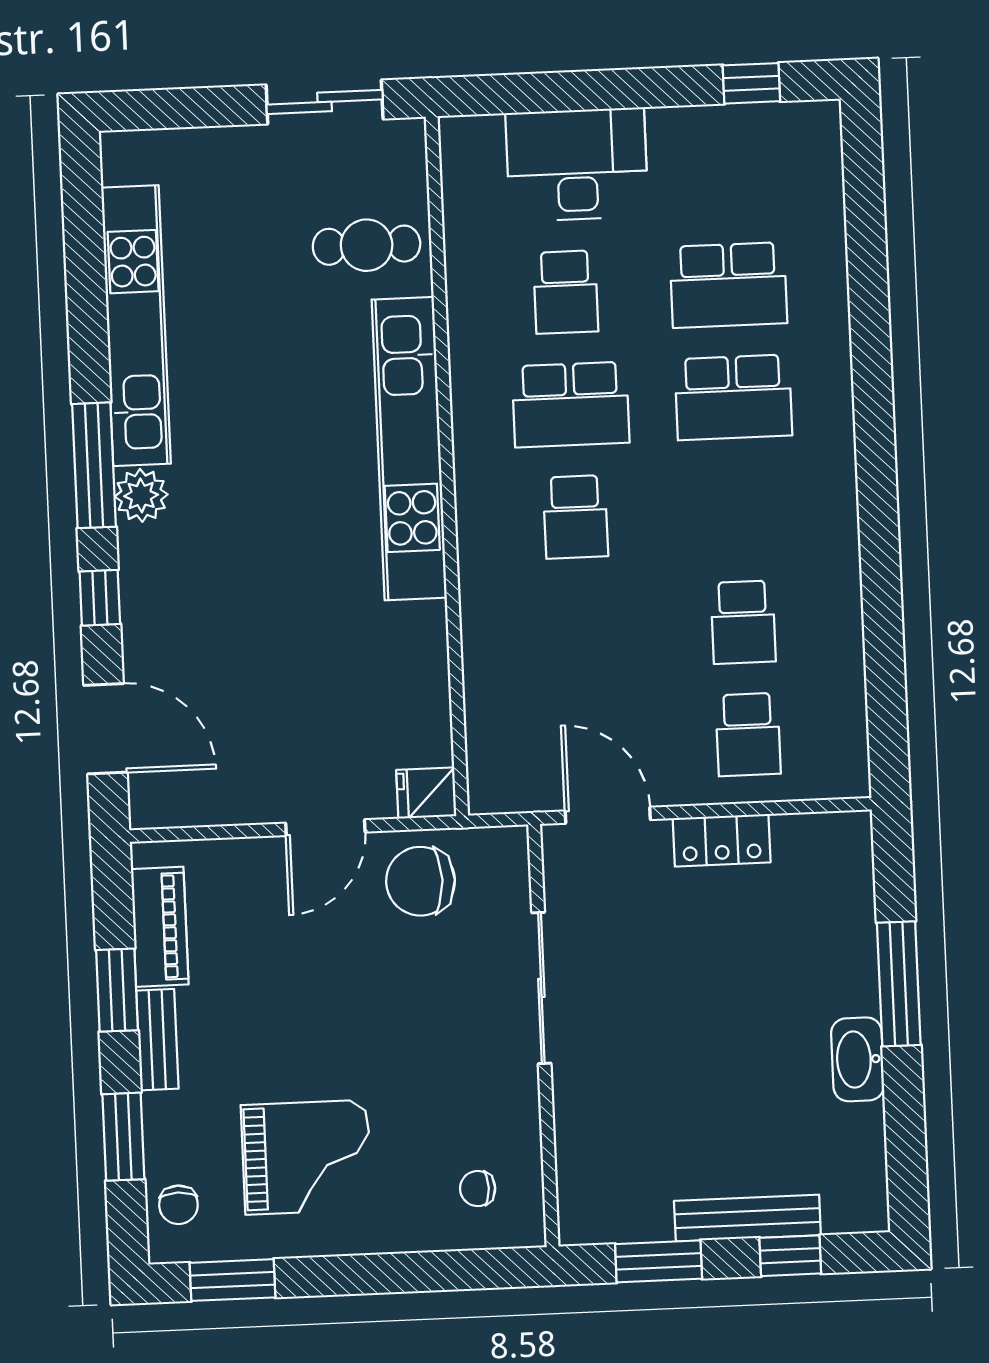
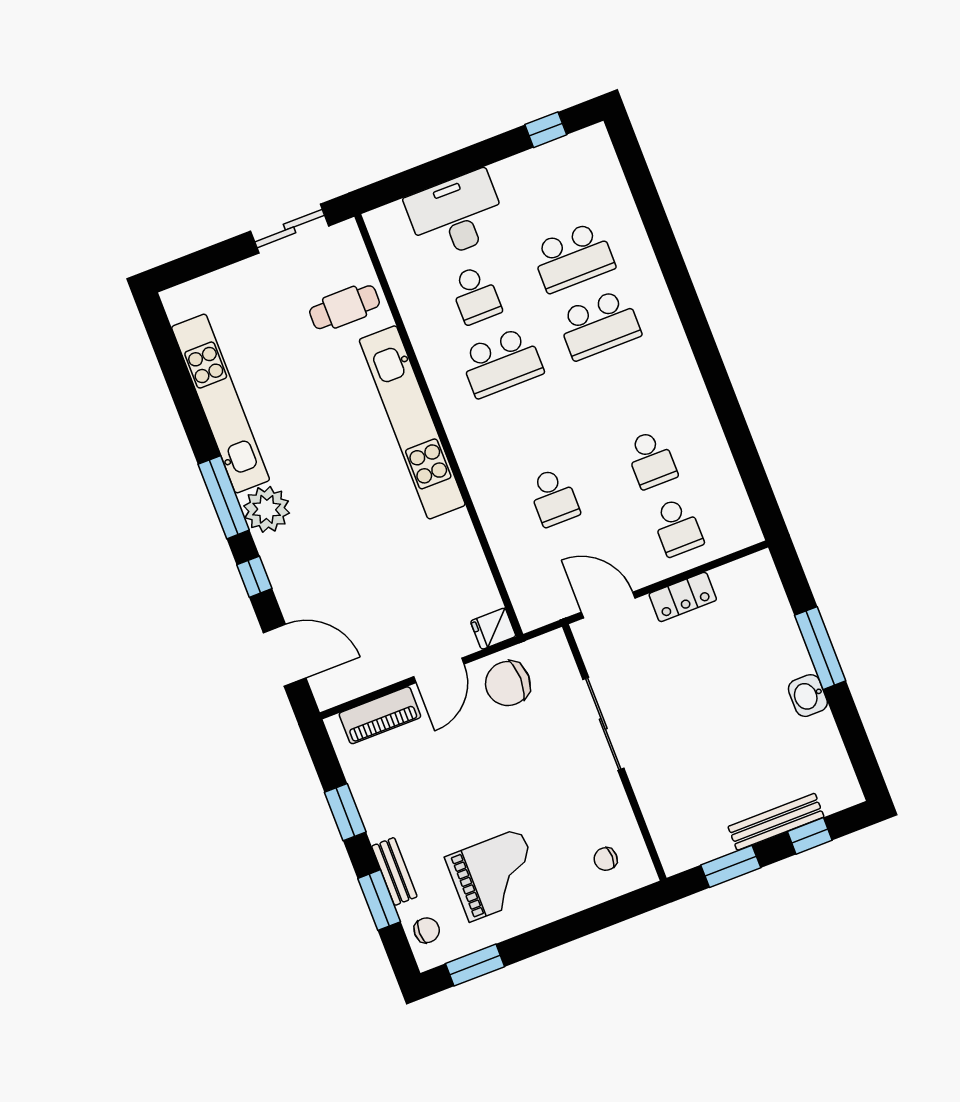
plant: (141, 495) -> (267, 509), width x1.36, depth x1.36
school desk: (576, 517) -> (554, 497), moved
piano: (160, 927) -> (380, 715), moved, turned 90
bench: (157, 1040) -> (394, 871), moved
washbasin: (858, 1059) -> (808, 696), width x0.72
chair: (178, 1205) -> (427, 930), turned -90

